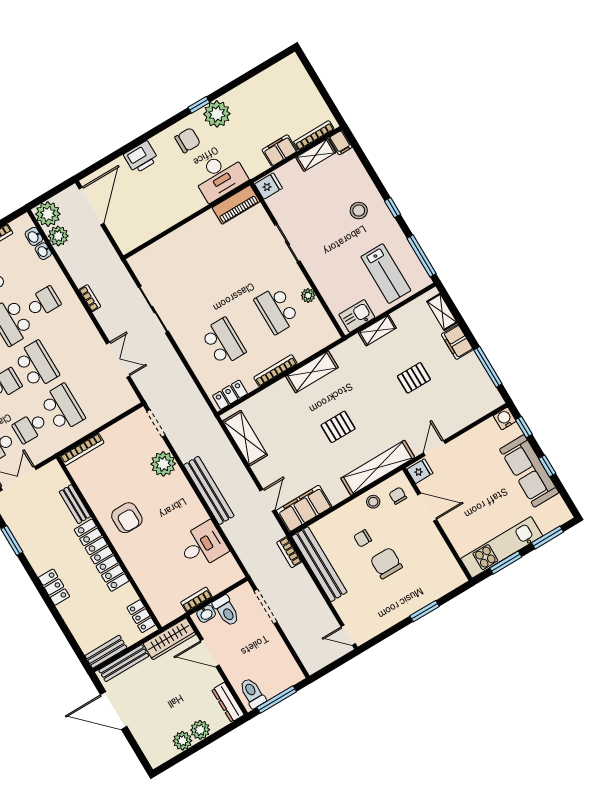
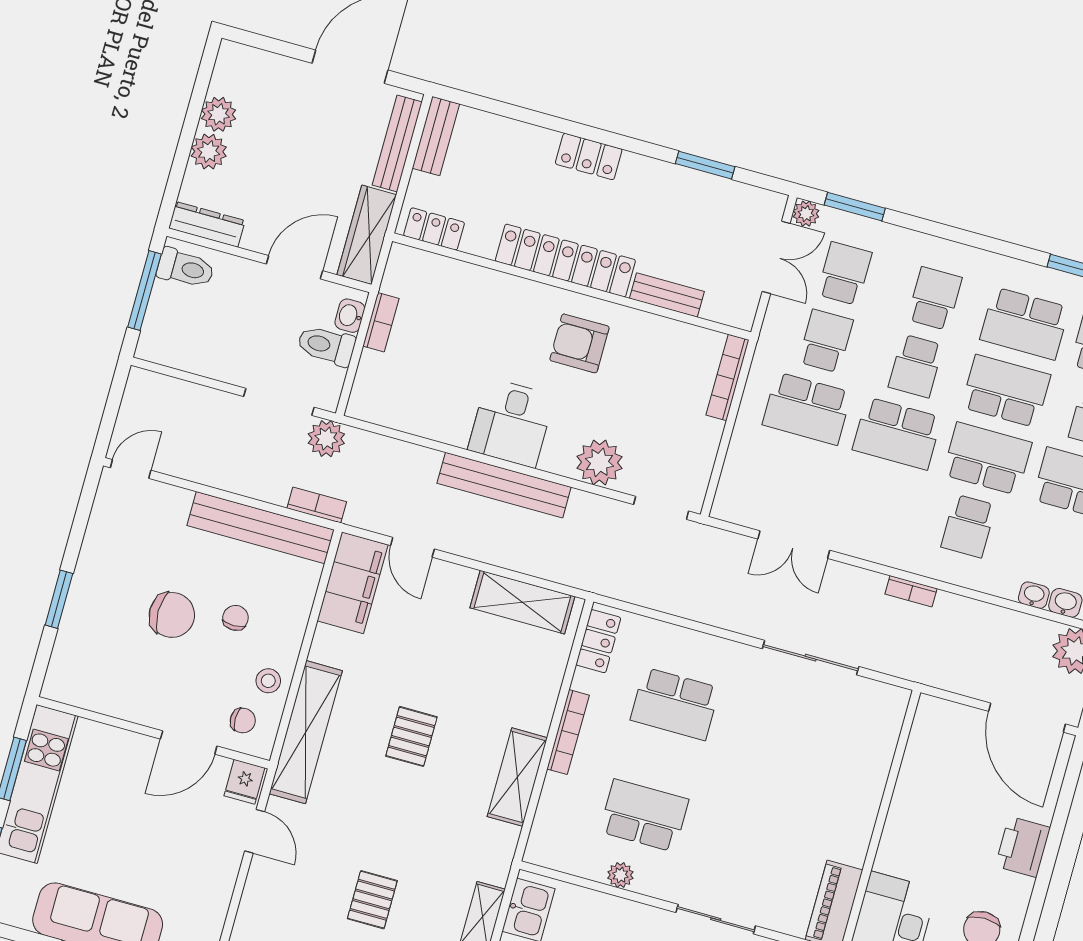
plant: (58, 236) -> (326, 439), moved
desk: (203, 545) -> (511, 423), moved

